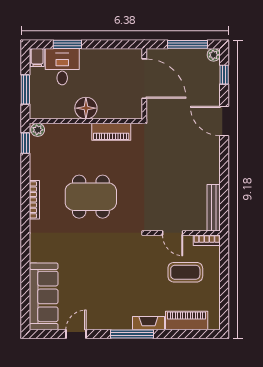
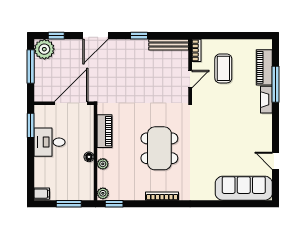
window: (67, 44) -> (31, 125), moved
plant: (214, 55) -> (44, 49), width x1.87, depth x1.87
desk: (62, 67) -> (49, 142), moved
door: (144, 79) -> (71, 103), moved
floor lamp: (86, 108) -> (89, 157), width x0.53, depth x0.53
plant: (72, 130) -> (103, 164), added
window: (224, 172) -> (139, 36), added
window: (132, 334) -> (276, 84), moved

